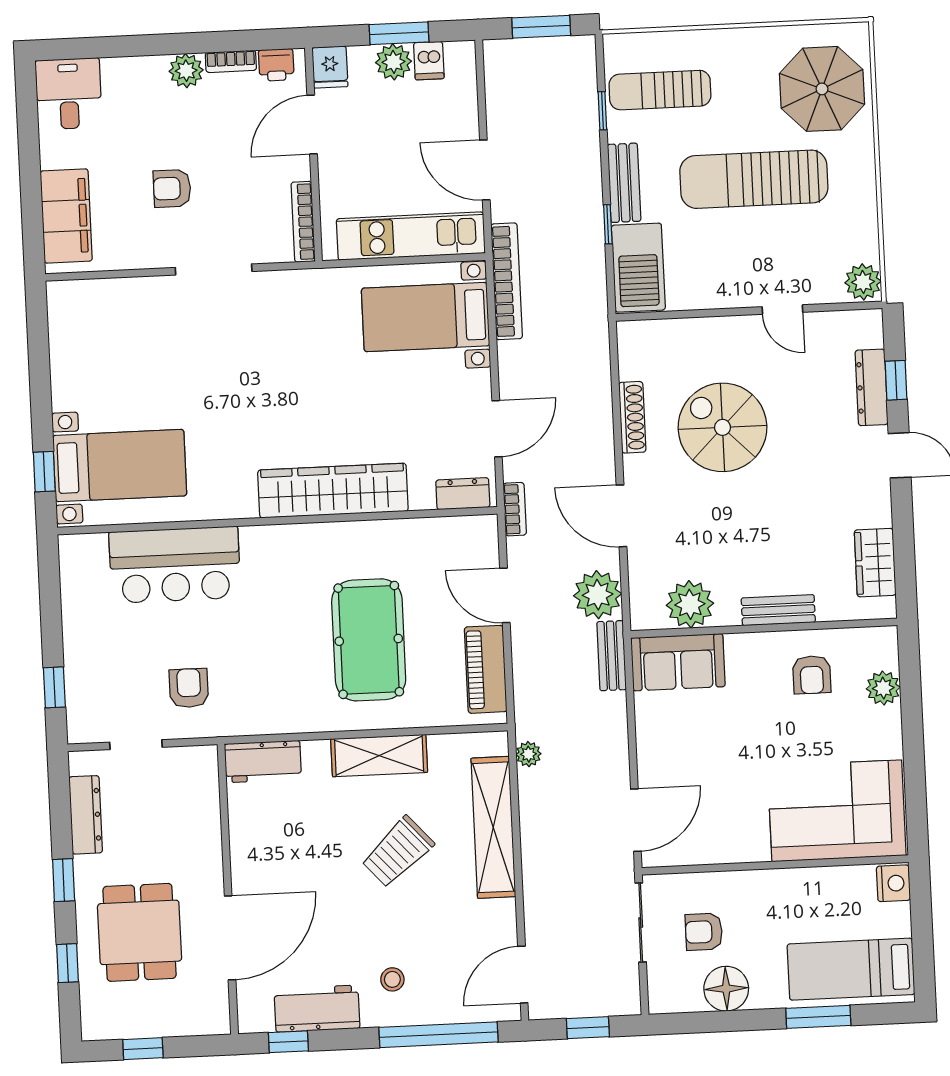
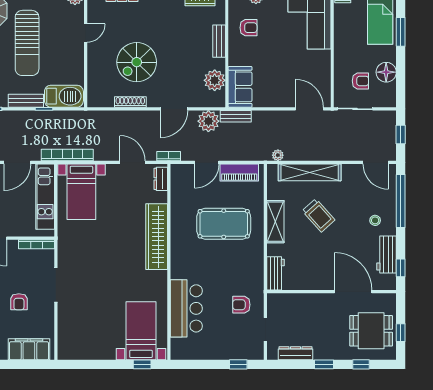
dining table: (140, 932) -> (371, 331), moved
armchair: (704, 932) -> (360, 81), turned -90

